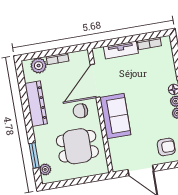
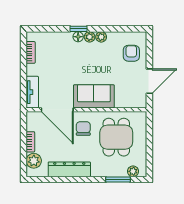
tv unit: (121, 50) -> (32, 92), moved
chair: (80, 111) -> (83, 129), turned 180

